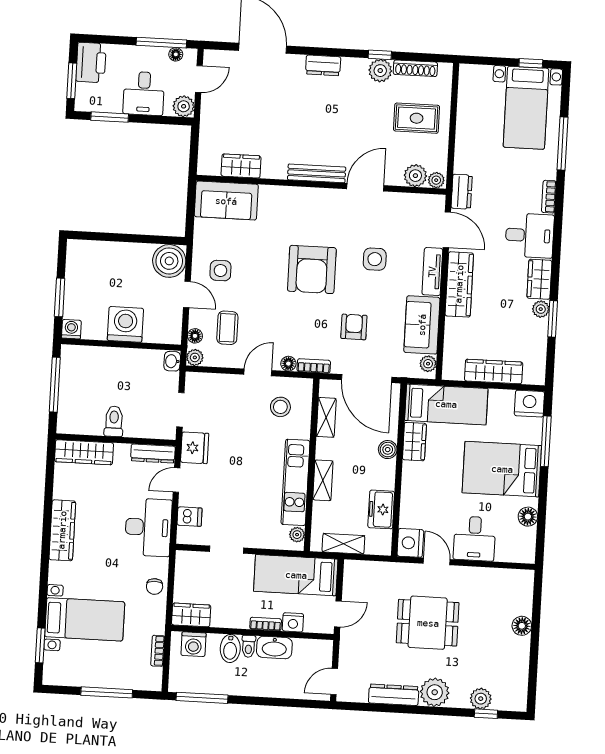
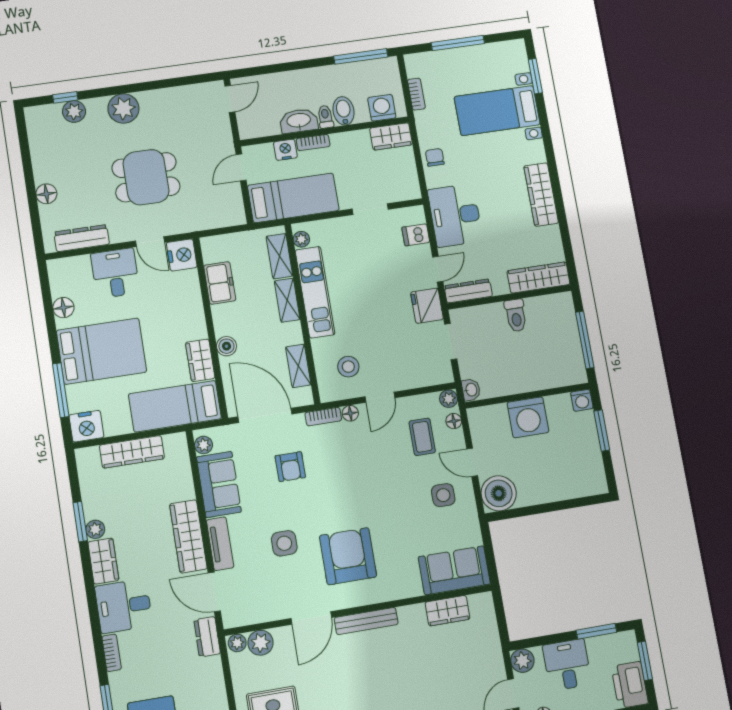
armchair: (312, 269) -> (348, 556), moved
shelving: (343, 544) -> (279, 256), moved, turned 90
dresser: (394, 695) -> (82, 238), moved, turned 180

